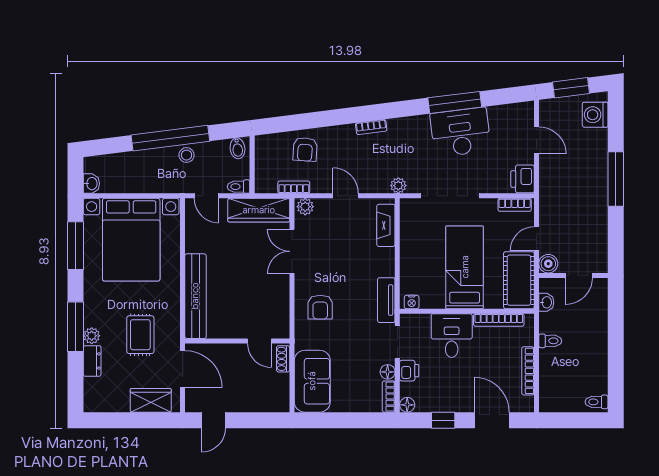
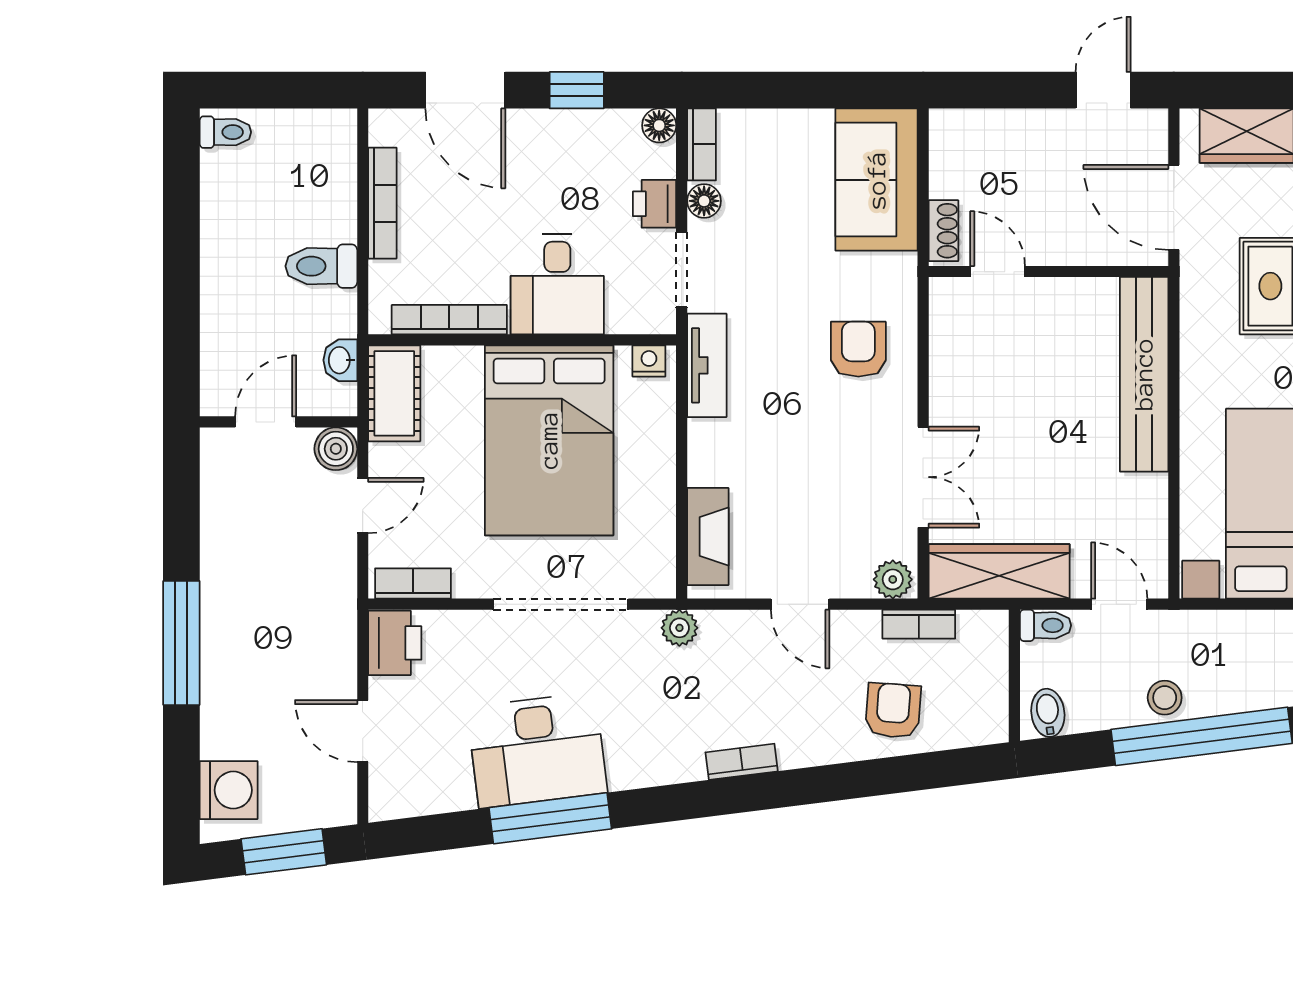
bed: (465, 267) -> (549, 440), width x1.50
cot: (519, 280) -> (394, 393), width x0.73, depth x0.75
toilet: (550, 341) -> (321, 266), width x1.37, depth x1.39

